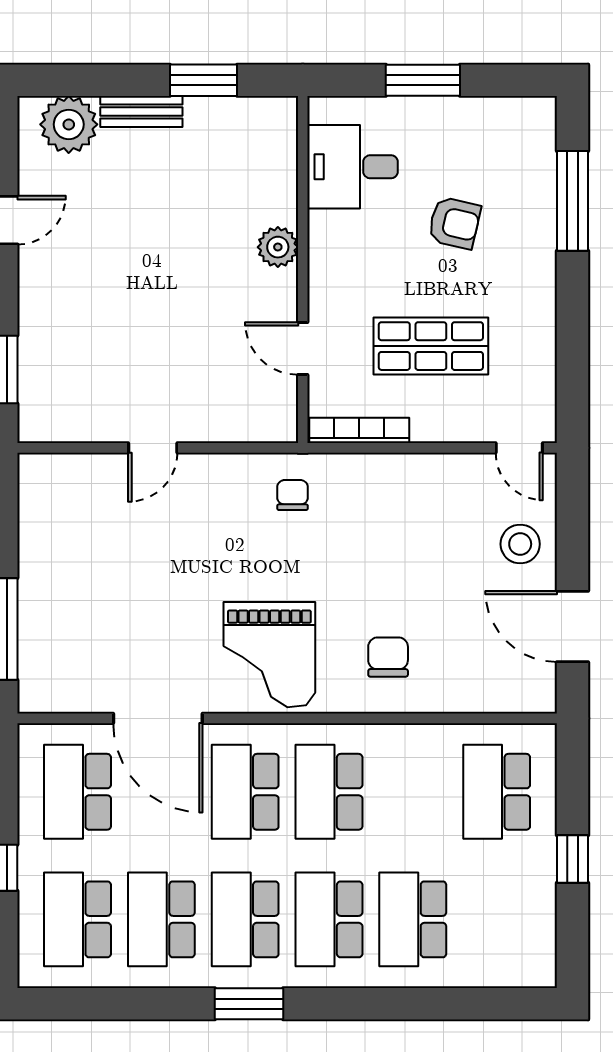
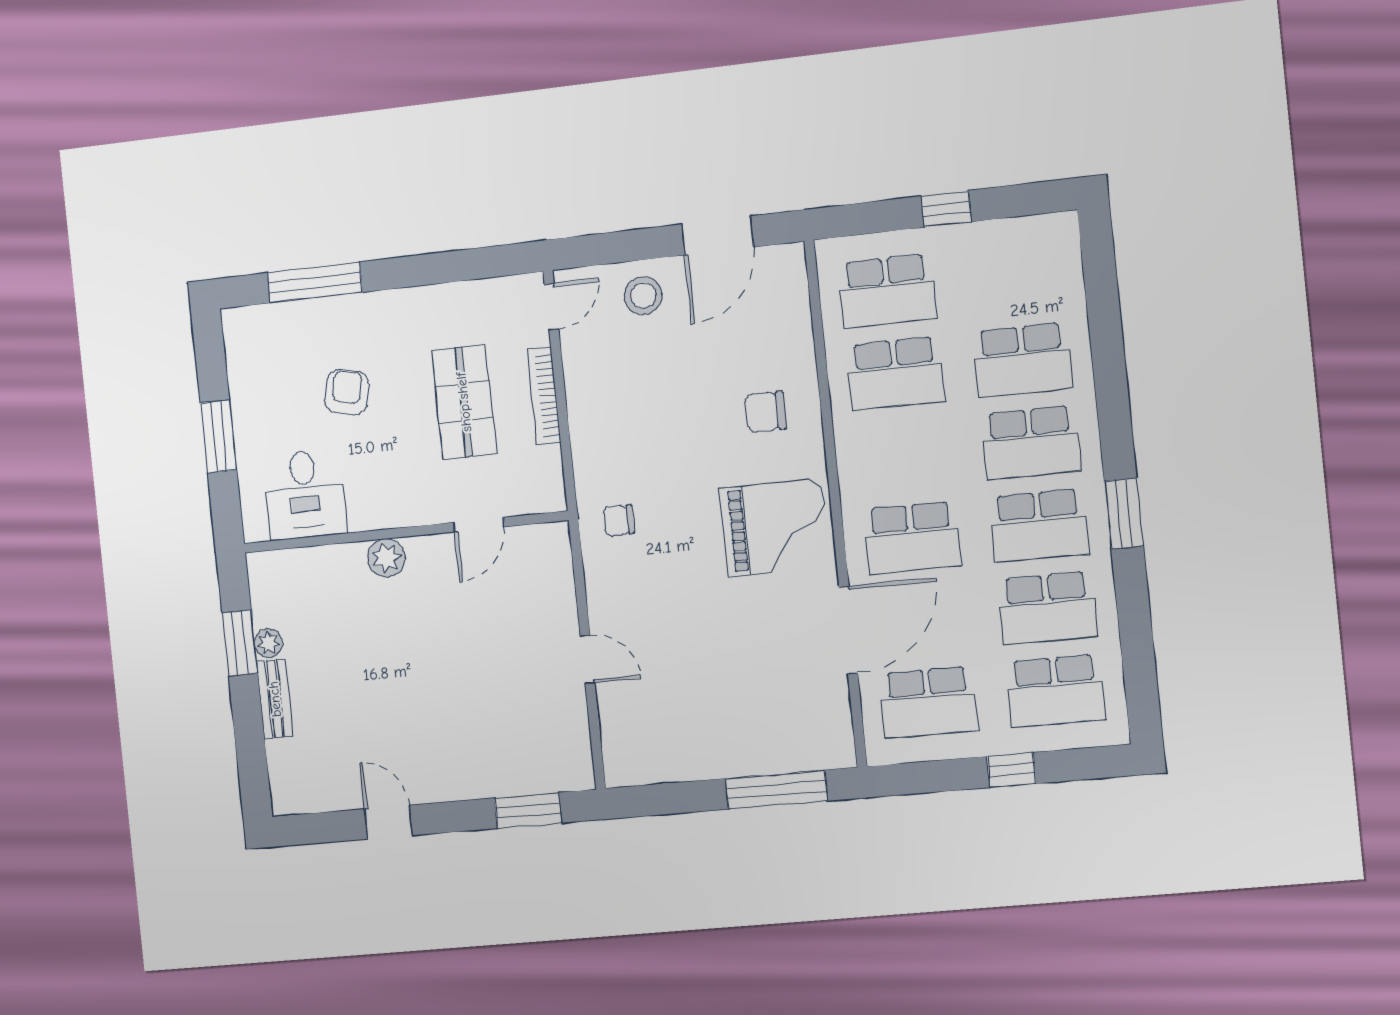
plant: (69, 124) -> (268, 643), moved, width x0.53, depth x0.53
bookcase: (359, 430) -> (544, 396), moved
school desk: (329, 792) -> (895, 373), moved

